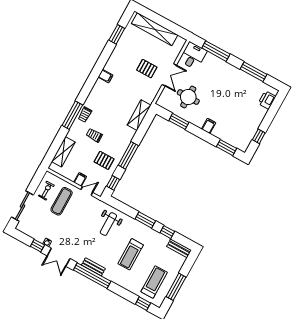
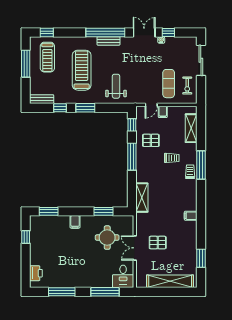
treadmill: (131, 254) -> (82, 70), width x1.37, depth x1.38

